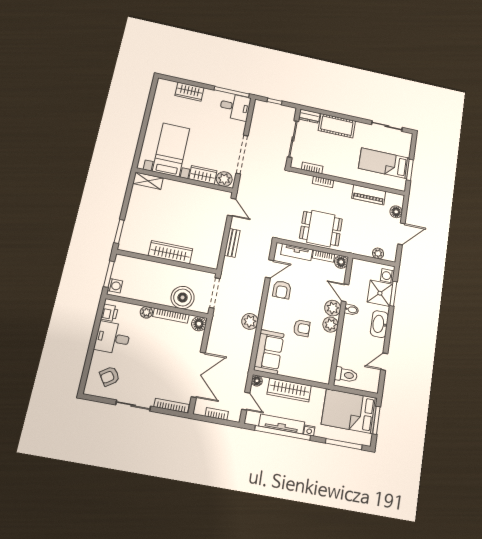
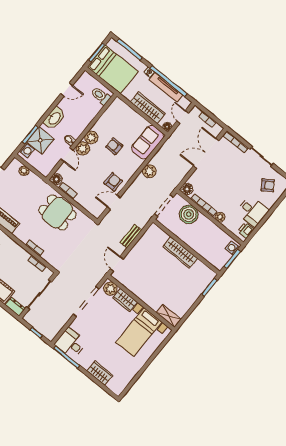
tv unit: (297, 252) -> (86, 204), removed

